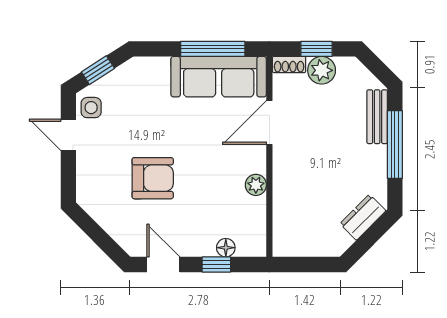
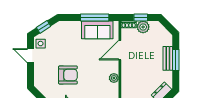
sofa: (219, 77) -> (97, 30), width x0.73
bench: (377, 117) -> (168, 58), moved
window: (395, 145) -> (176, 60), width x0.69

